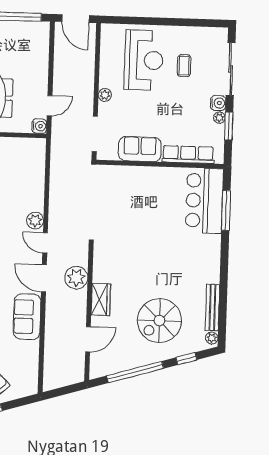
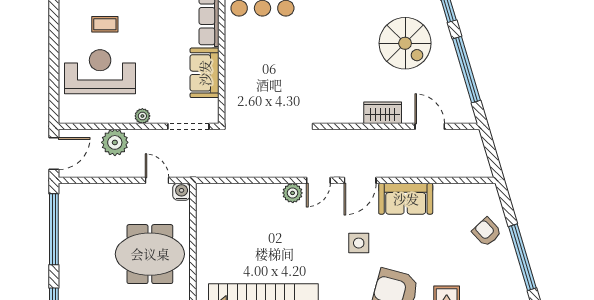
plant: (76, 278) -> (115, 142), moved

